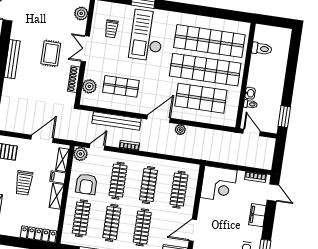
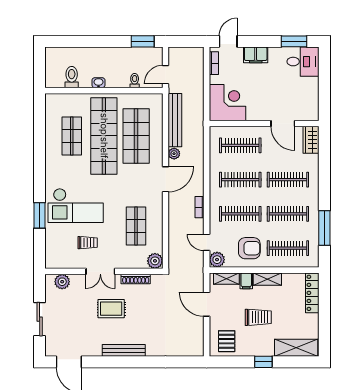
trolley: (111, 29) -> (88, 243), moved
shop shelf: (209, 41) -> (72, 136), width x0.50, depth x0.74
plant: (89, 86) -> (155, 261), moved
washbasin: (250, 93) -> (98, 83), moved
door: (159, 119) -> (165, 179), swing flipped
bench: (116, 121) -> (175, 120), moved

